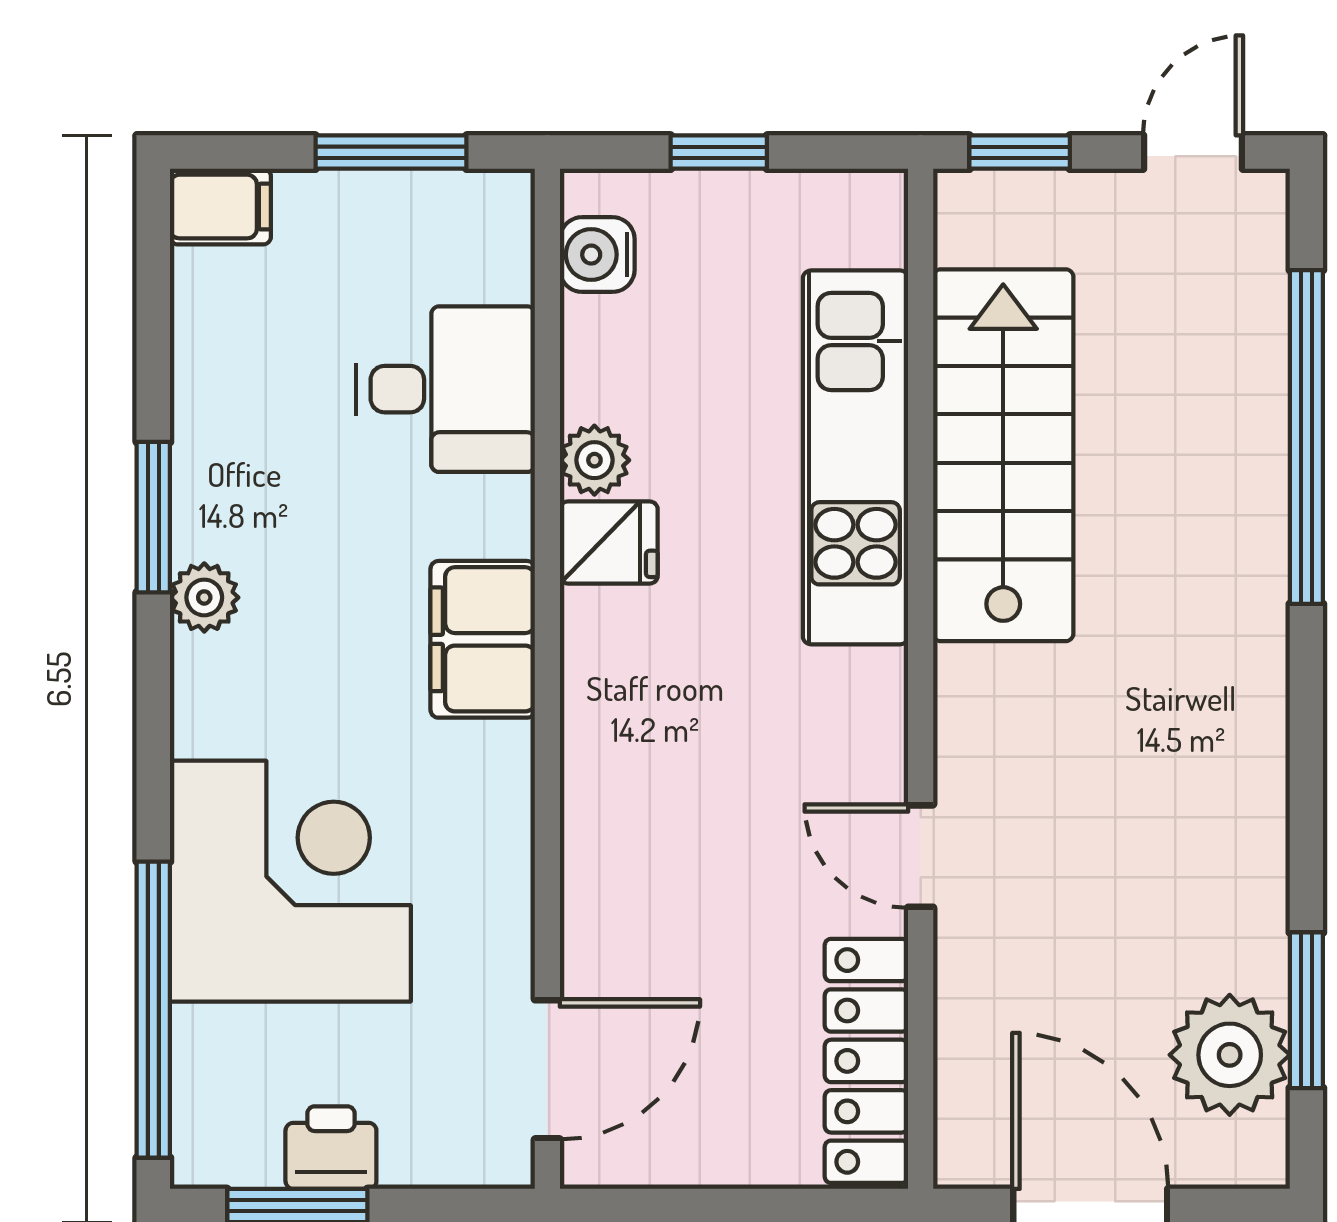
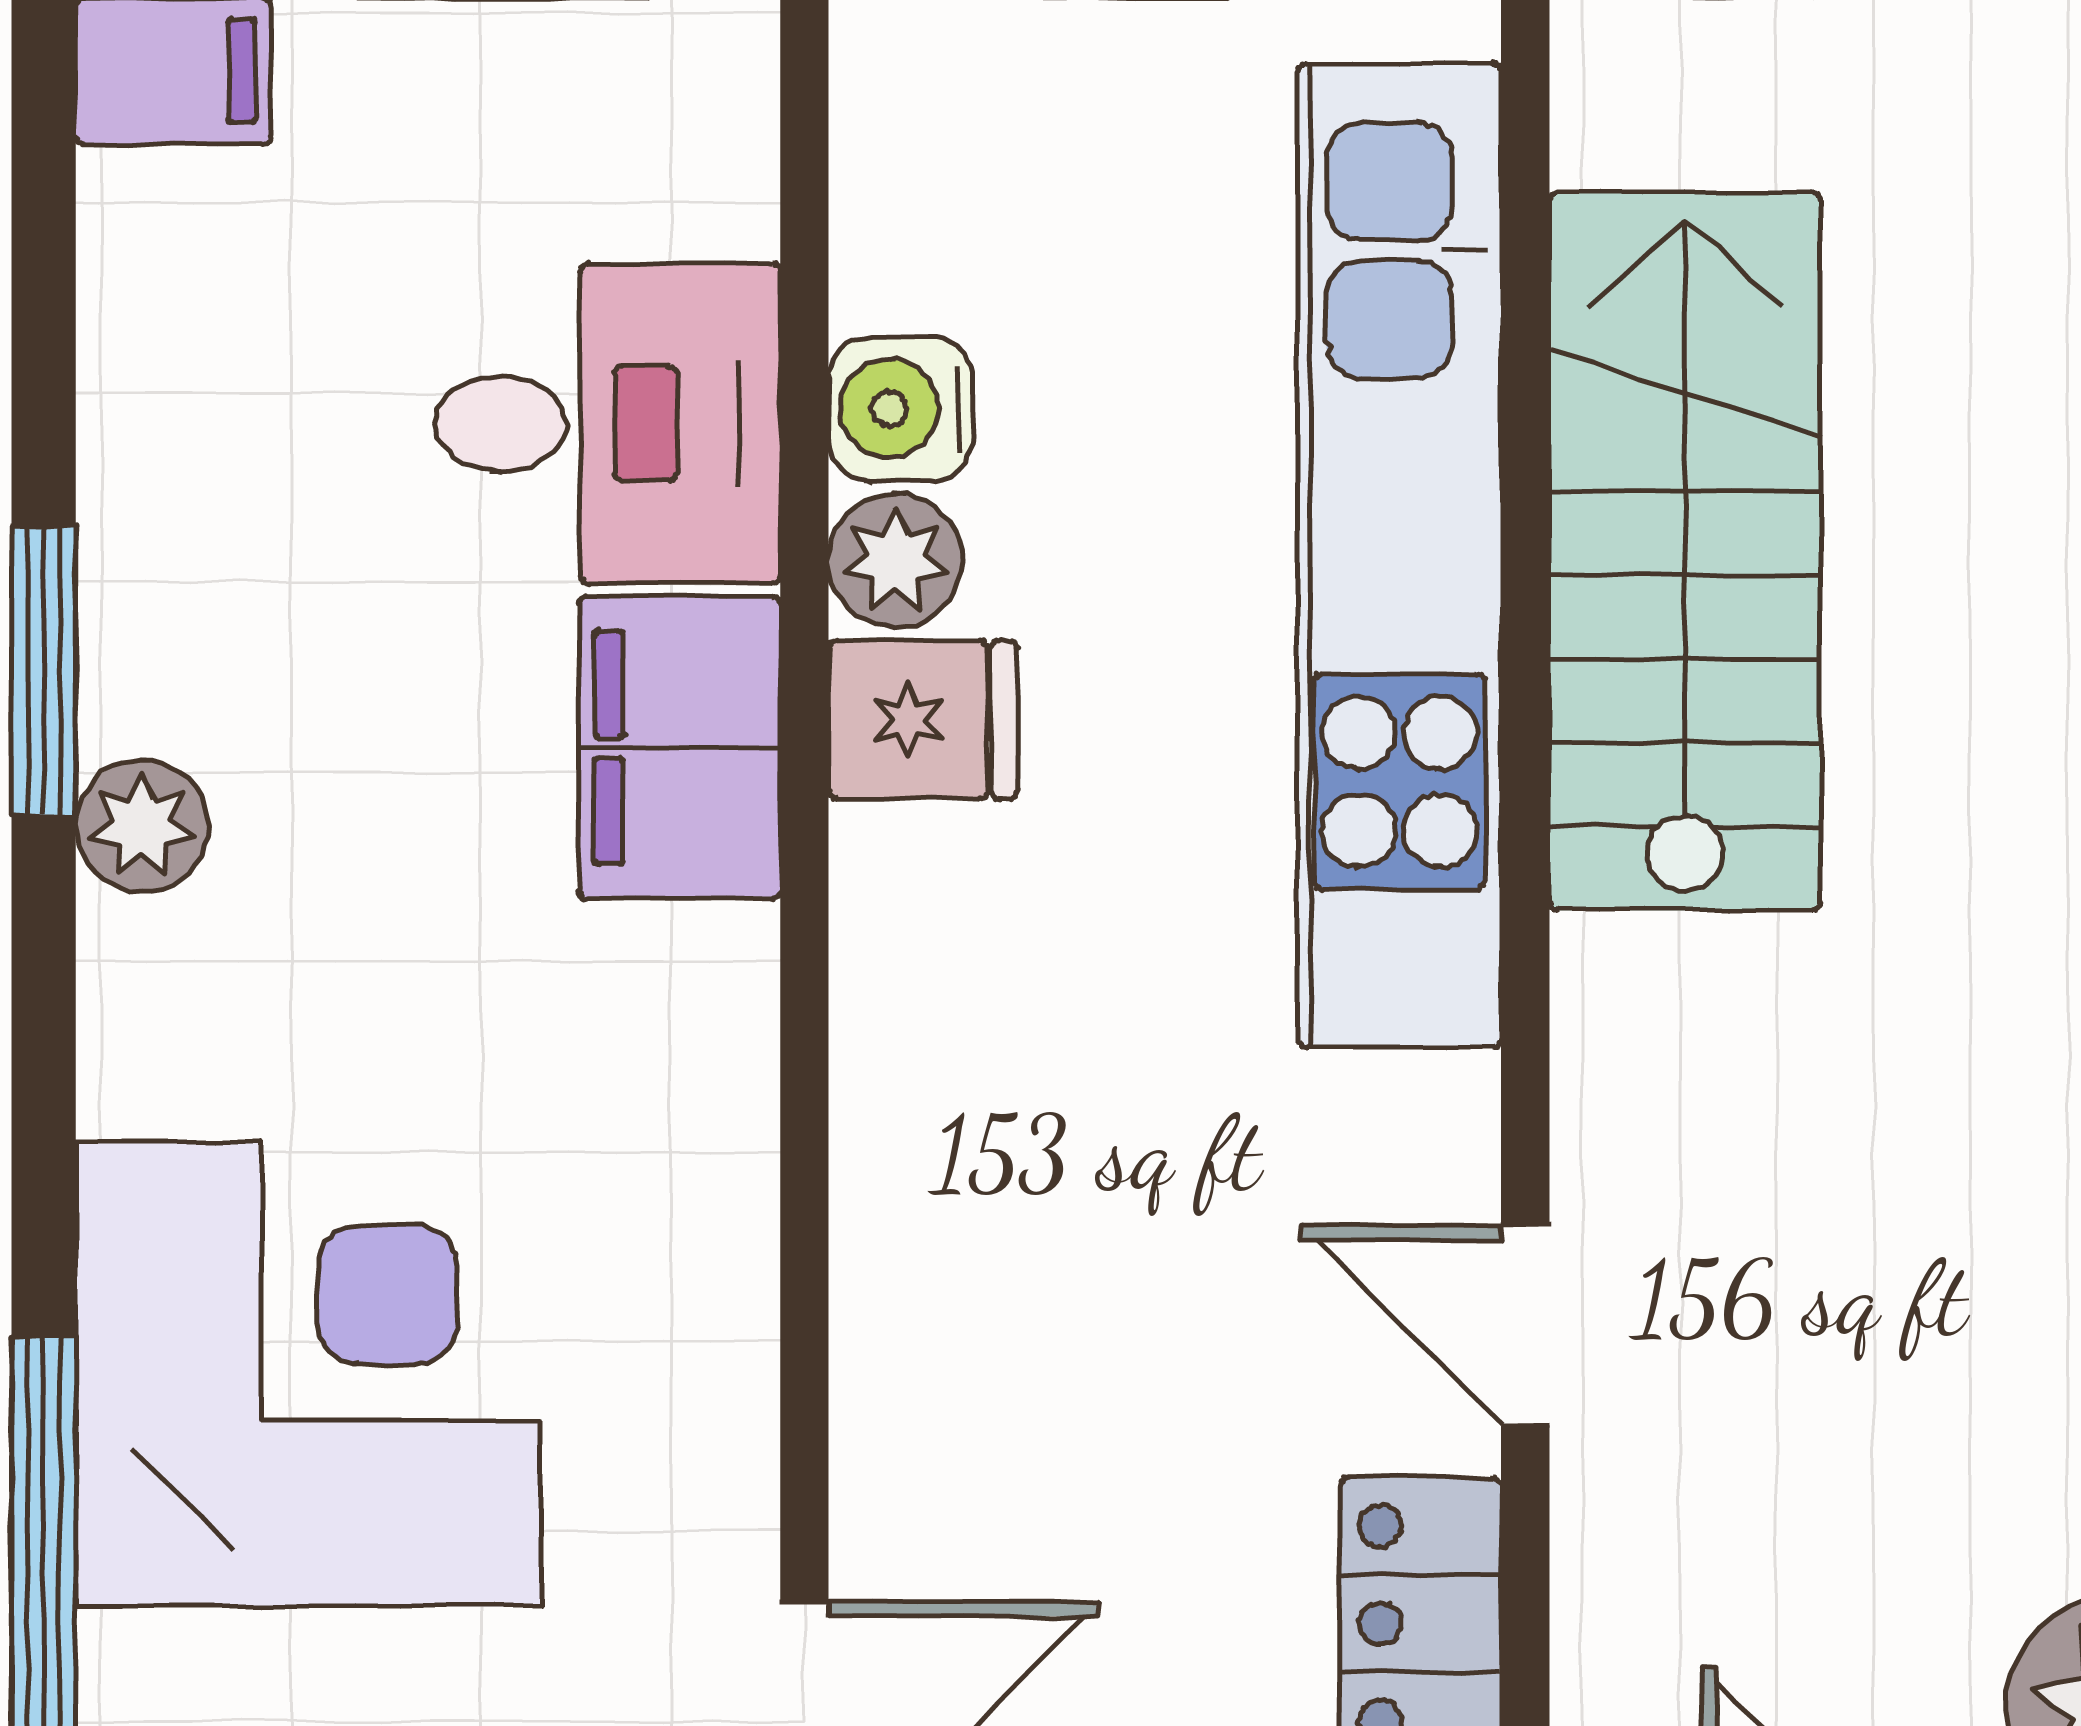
water cooler: (597, 255) -> (901, 409), moved
kitchen unit: (856, 457) -> (1400, 555), width x1.36
filing cabinet: (483, 639) -> (680, 748), moved

